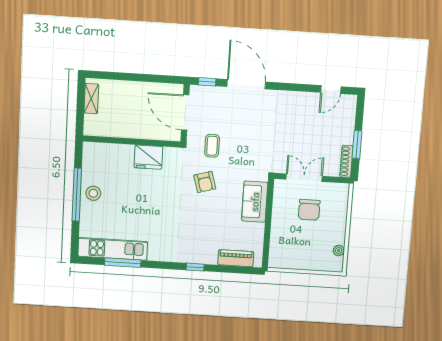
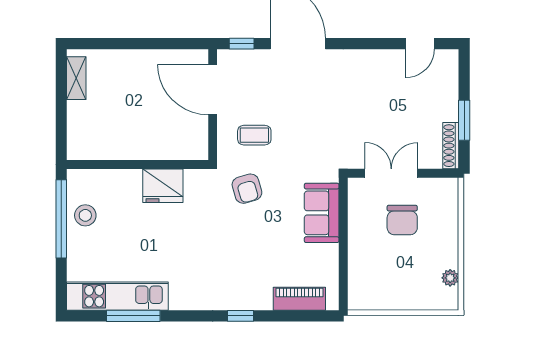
wall: (132, 141) -> (137, 165), moved
coffee table: (212, 146) -> (254, 135), turned 90
fridge: (148, 157) -> (163, 186), moved

